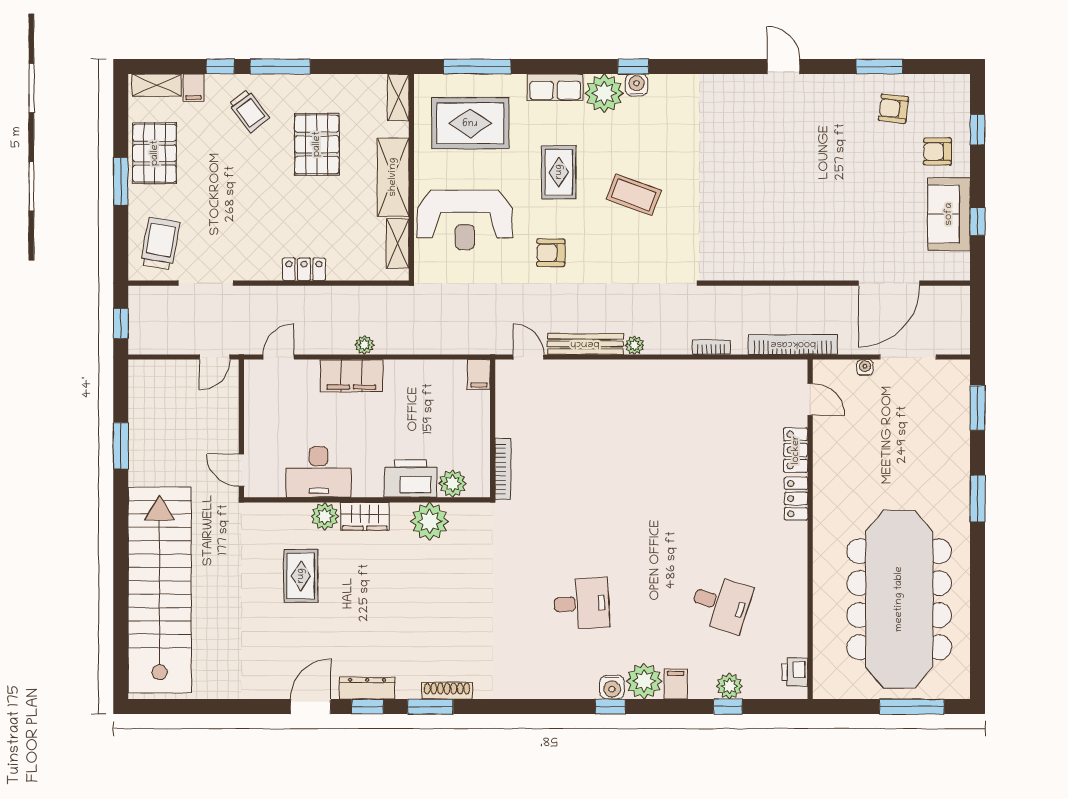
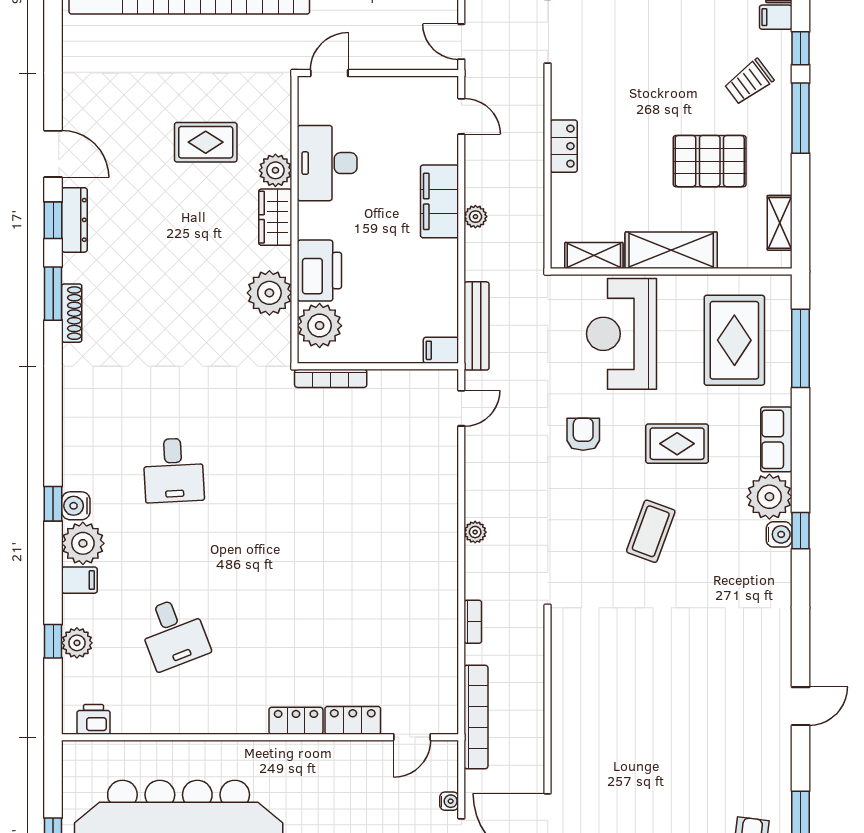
shelving: (398, 97) -> (780, 223), moved, turned 90
bench: (585, 344) -> (477, 326), moved
plant: (453, 483) -> (320, 326), width x1.36, depth x1.36
desk: (721, 603) -> (174, 633), turned -39

